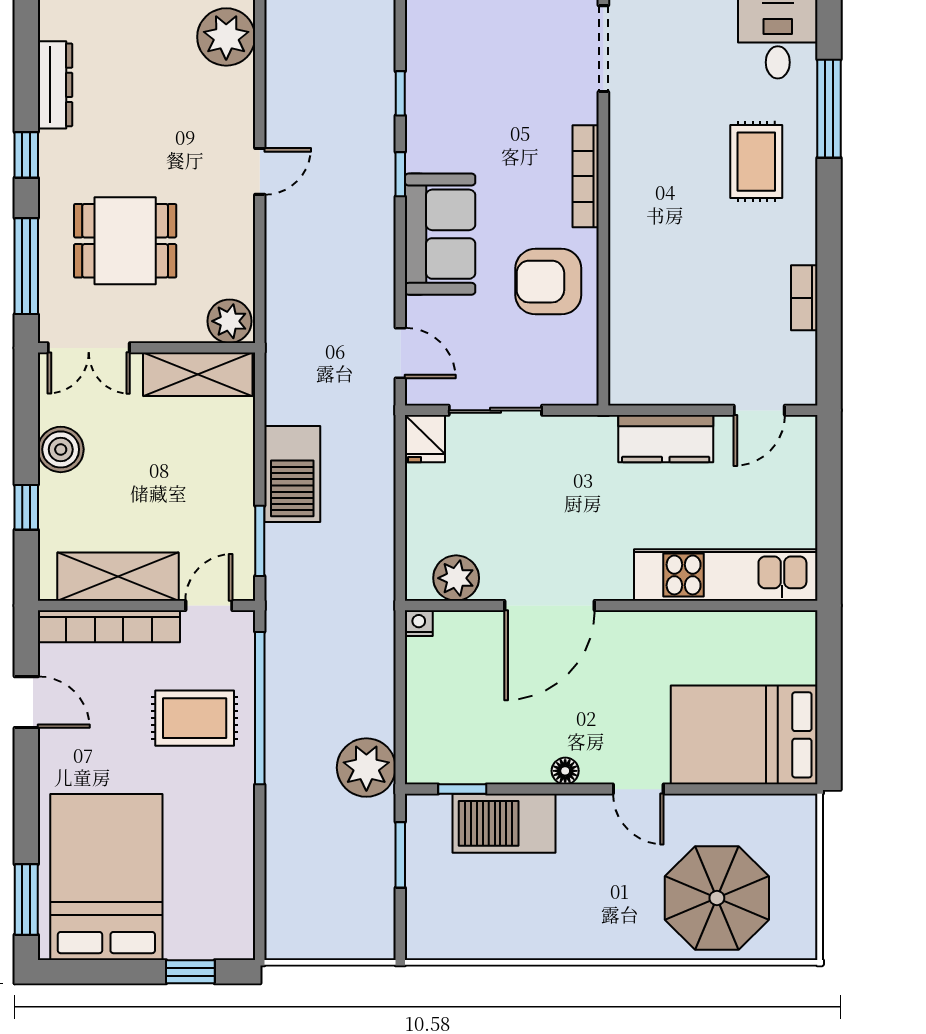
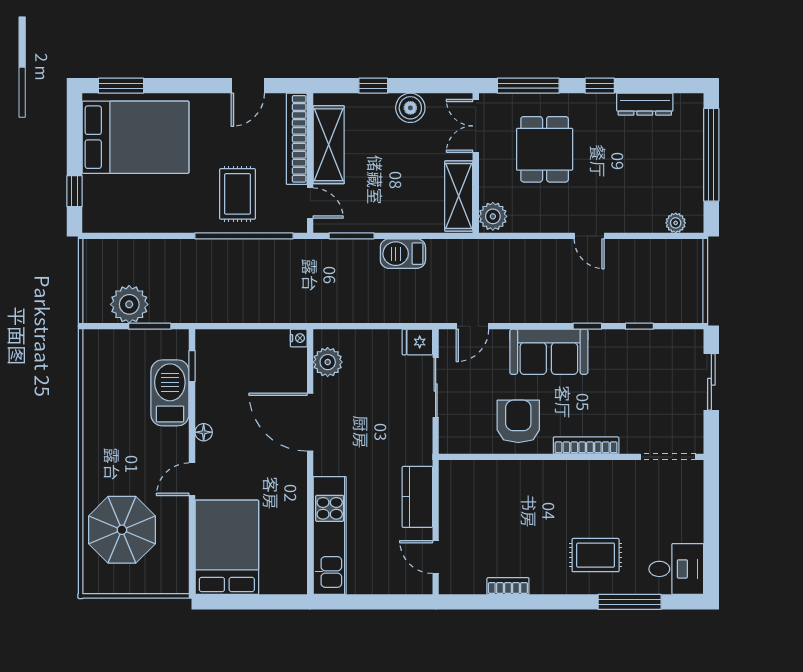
plant: (226, 37) -> (676, 223), width x0.53, depth x0.53
barbecue: (292, 474) -> (403, 254), width x0.73, depth x0.83
plant: (366, 768) -> (129, 304), moved

